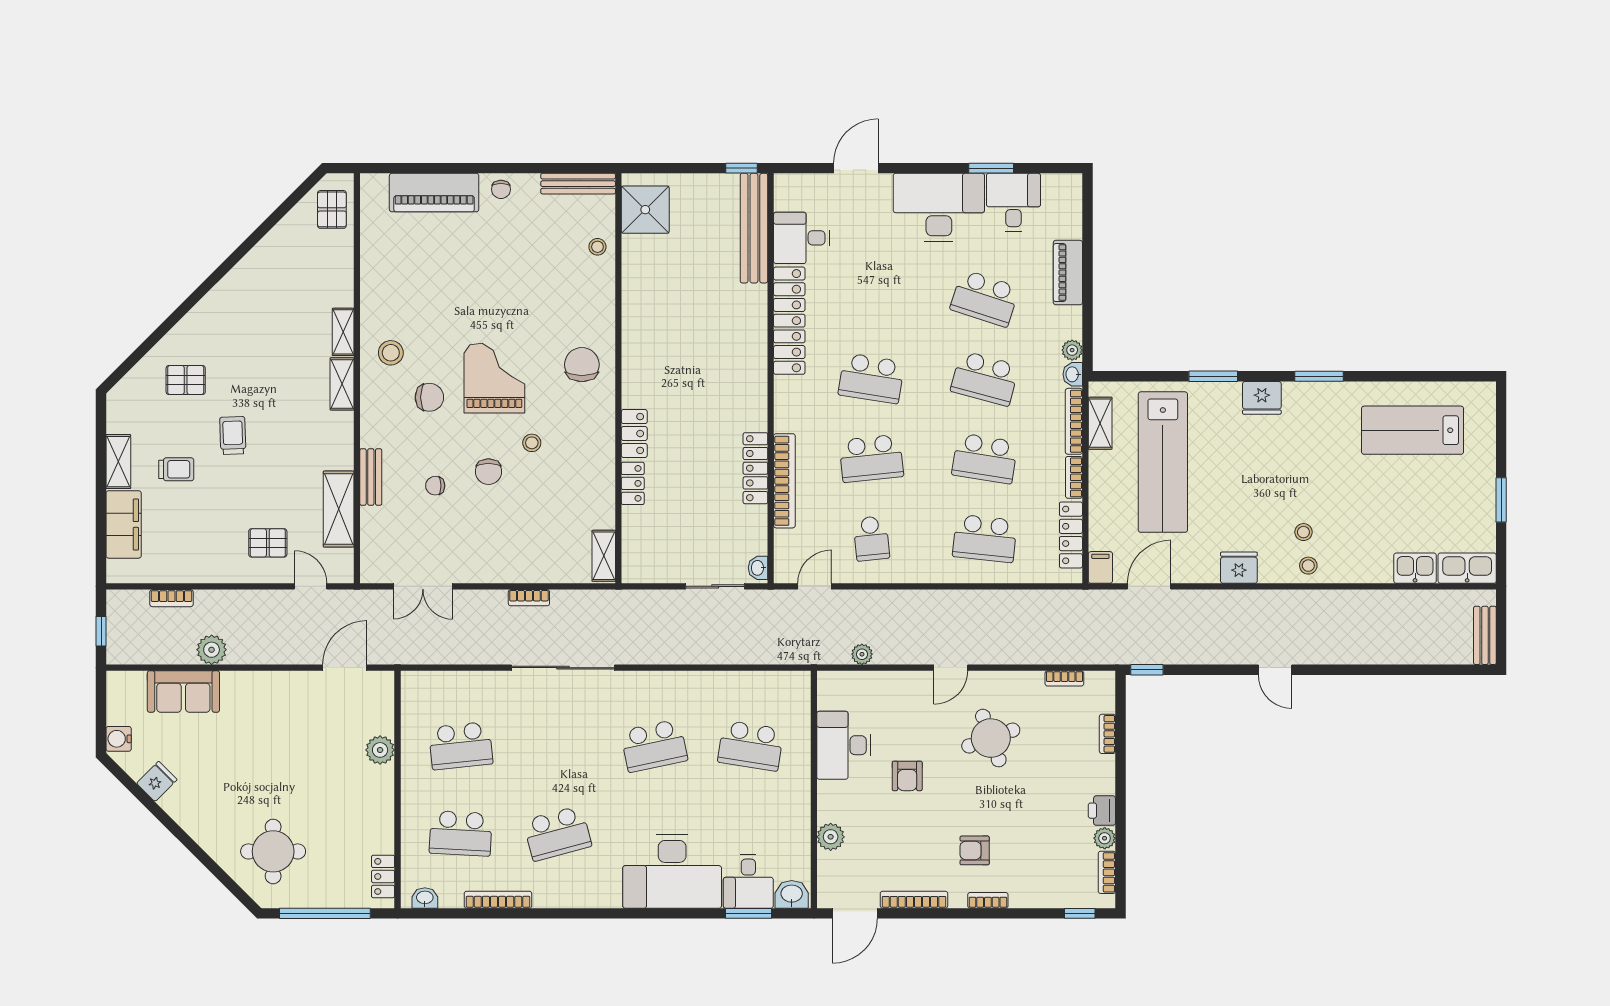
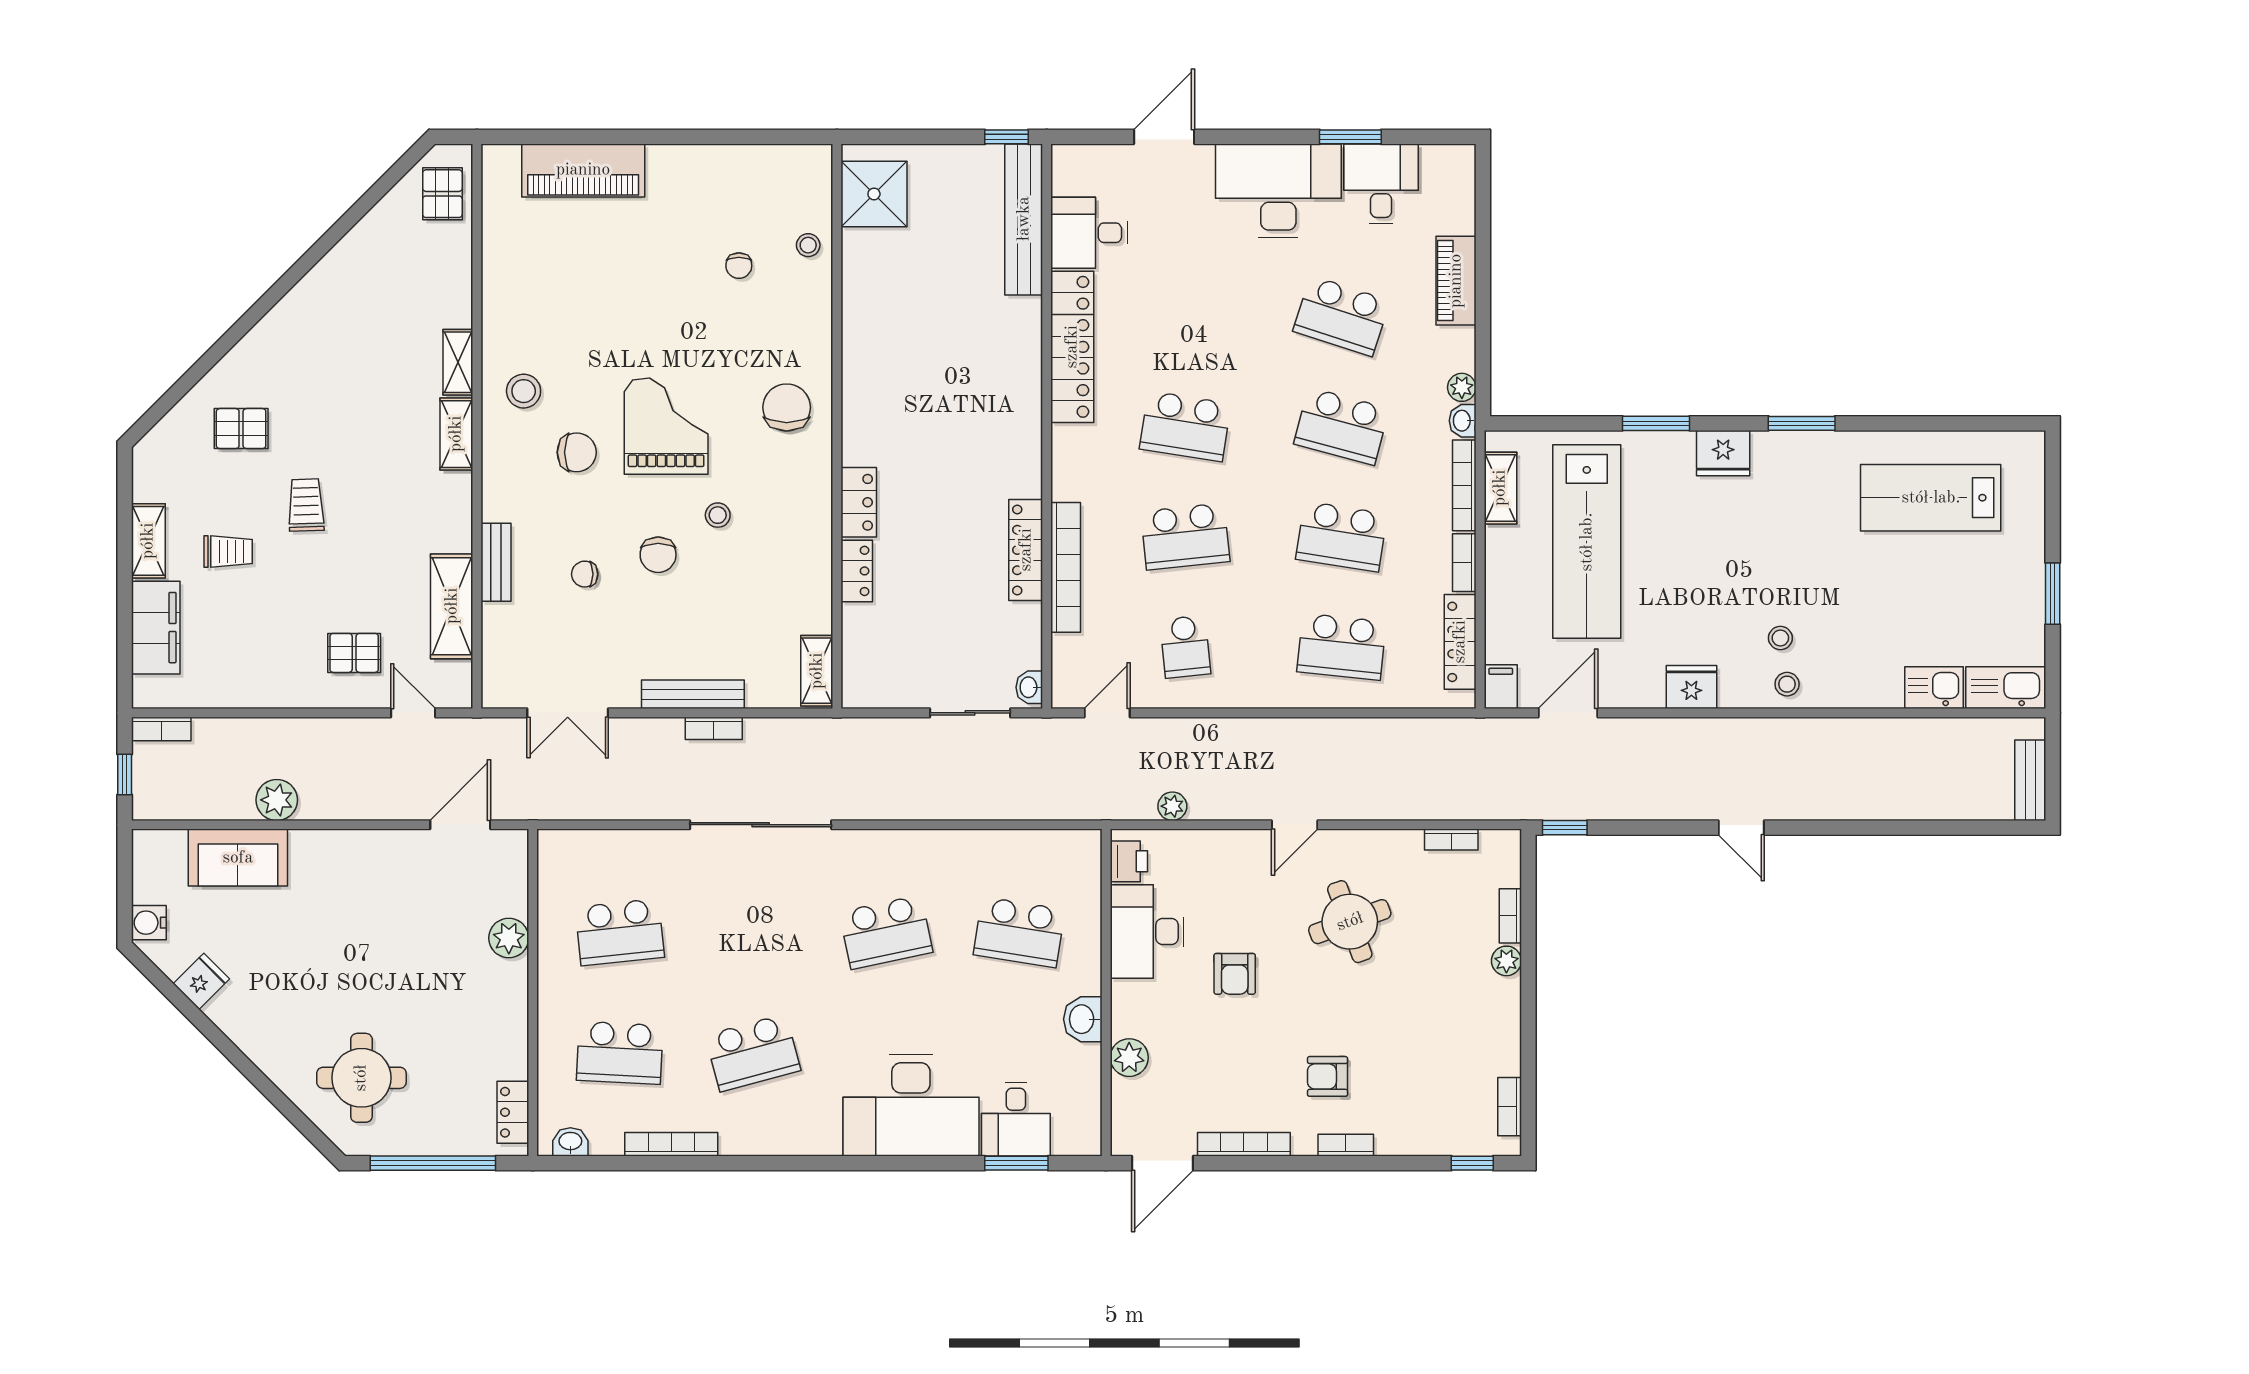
bench: (578, 184) -> (693, 694), moved
chair: (501, 189) -> (739, 266), moved
bookcase: (172, 598) -> (161, 729), moved
printer: (1102, 811) -> (1129, 861), moved, turned 180
plant: (1105, 838) -> (1506, 961), moved
washbasin: (792, 894) -> (1083, 1019), moved, turned -90

